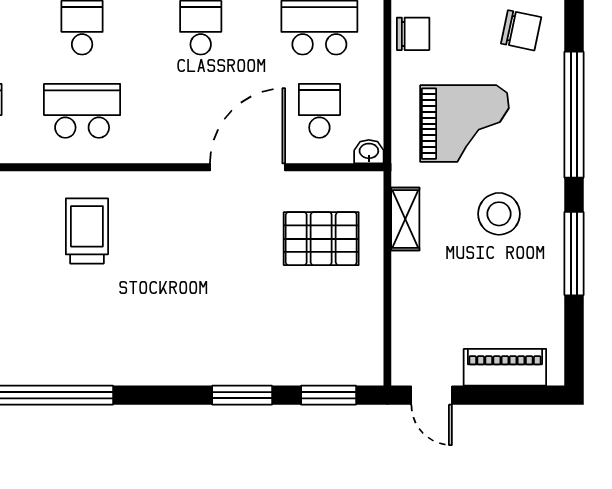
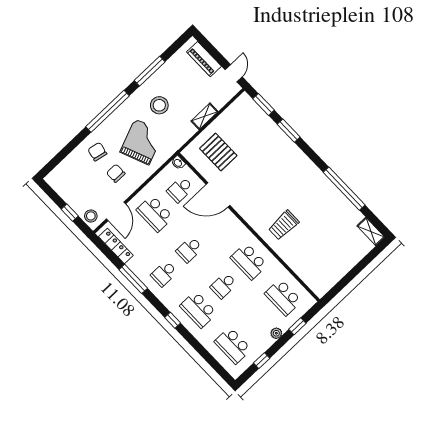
chair: (413, 34) -> (116, 173), moved
grand piano: (464, 124) -> (142, 142), turned 68
shelving: (405, 219) -> (205, 116), moved

